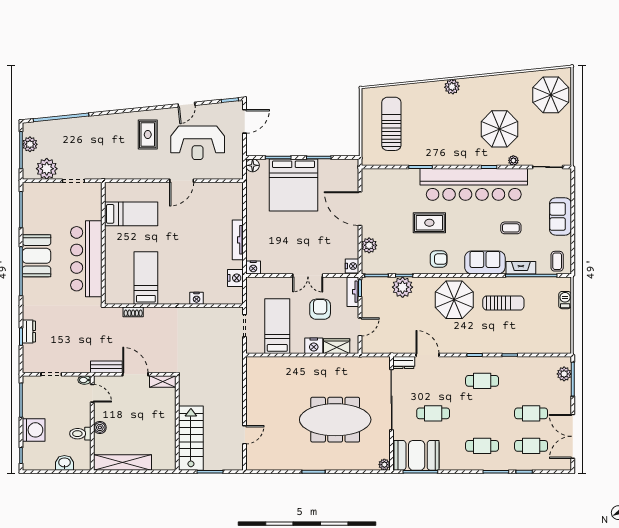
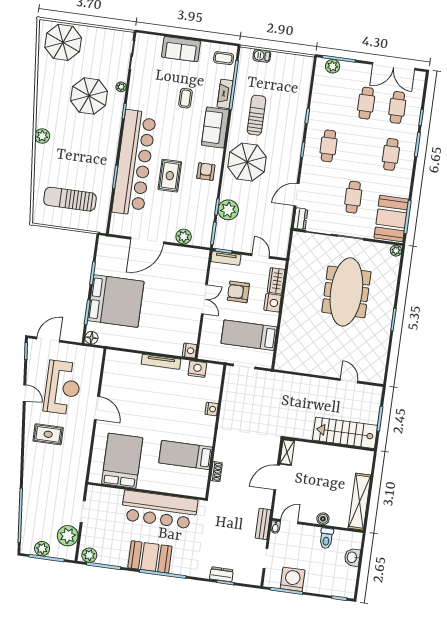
door: (245, 121) -> (48, 340), hinge flipped
bar counter: (474, 184) -> (134, 163), moved
plant: (30, 194) -> (89, 555), added
bed: (131, 214) -> (122, 461), width x1.50
nightstand: (352, 266) -> (201, 256), removed
bench: (106, 367) -> (263, 524), moved
washing machine: (34, 430) -> (293, 579), moved

